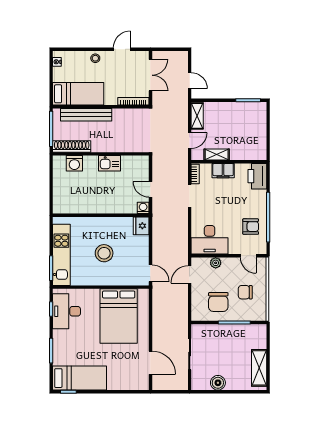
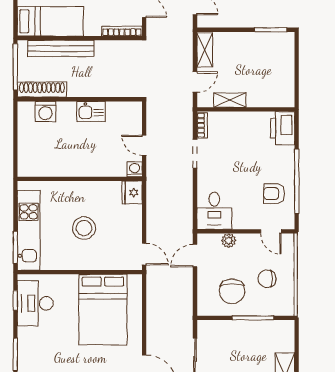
filing cabinet: (223, 171) -> (238, 121), removed
armchair: (251, 227) -> (274, 194), turned 180
desk: (210, 240) -> (214, 211), width x0.73

